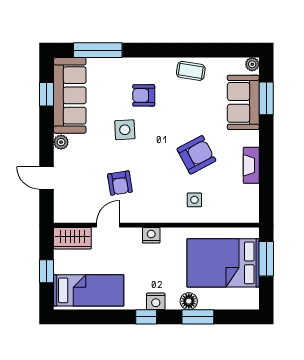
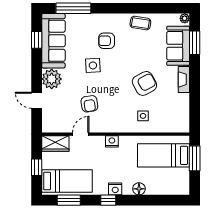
plant: (61, 142) -> (52, 79), width x1.88, depth x1.88
fireplace: (251, 165) -> (184, 79), moved
bed: (223, 263) -> (164, 155), width x0.67
window: (198, 317) -> (69, 200), moved

